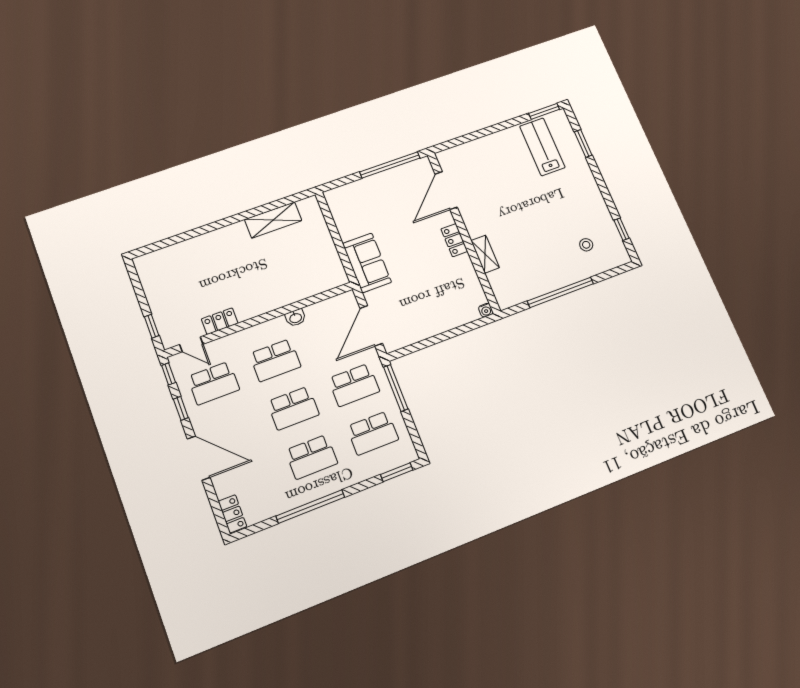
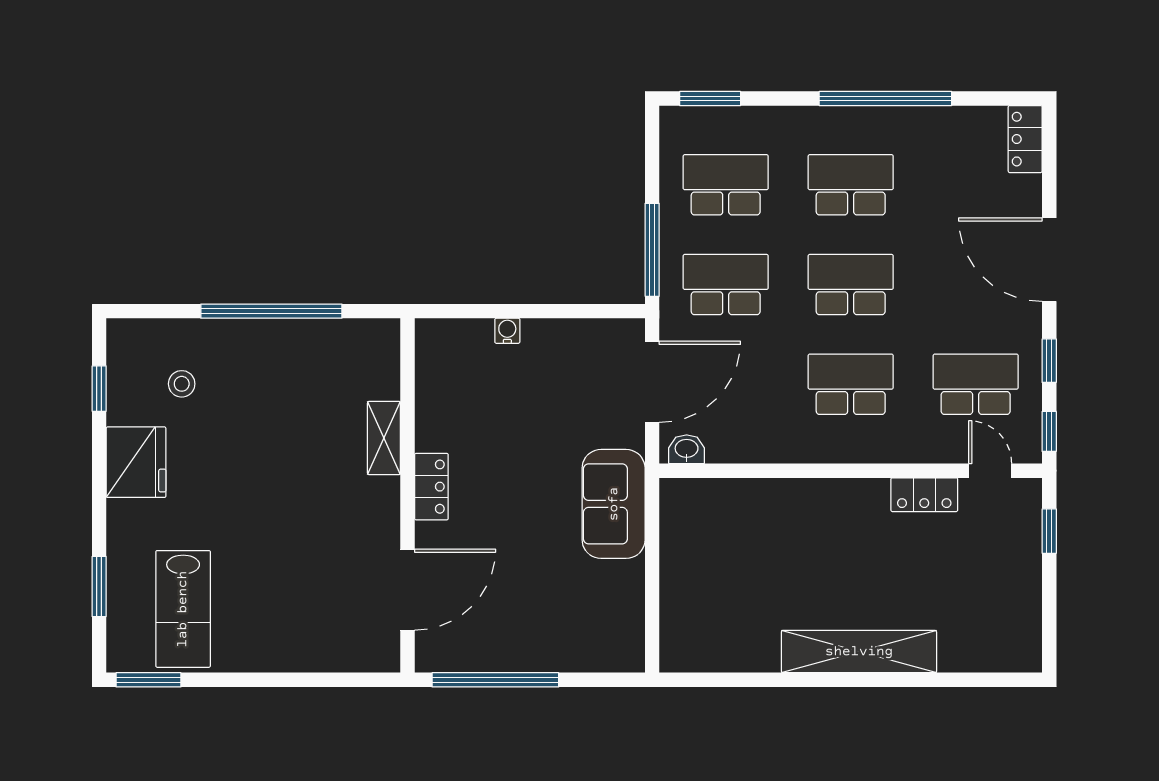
fridge: (591, 203) -> (136, 462), added
shelving: (273, 220) -> (859, 652), moved, width x1.47
water cooler: (486, 310) -> (507, 331), moved
washbasin: (295, 318) -> (687, 449), moved

